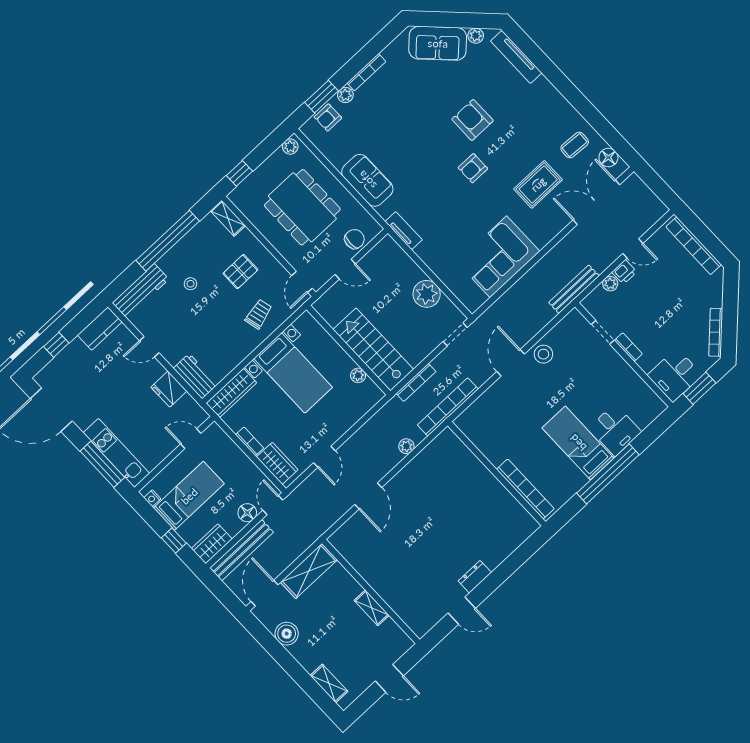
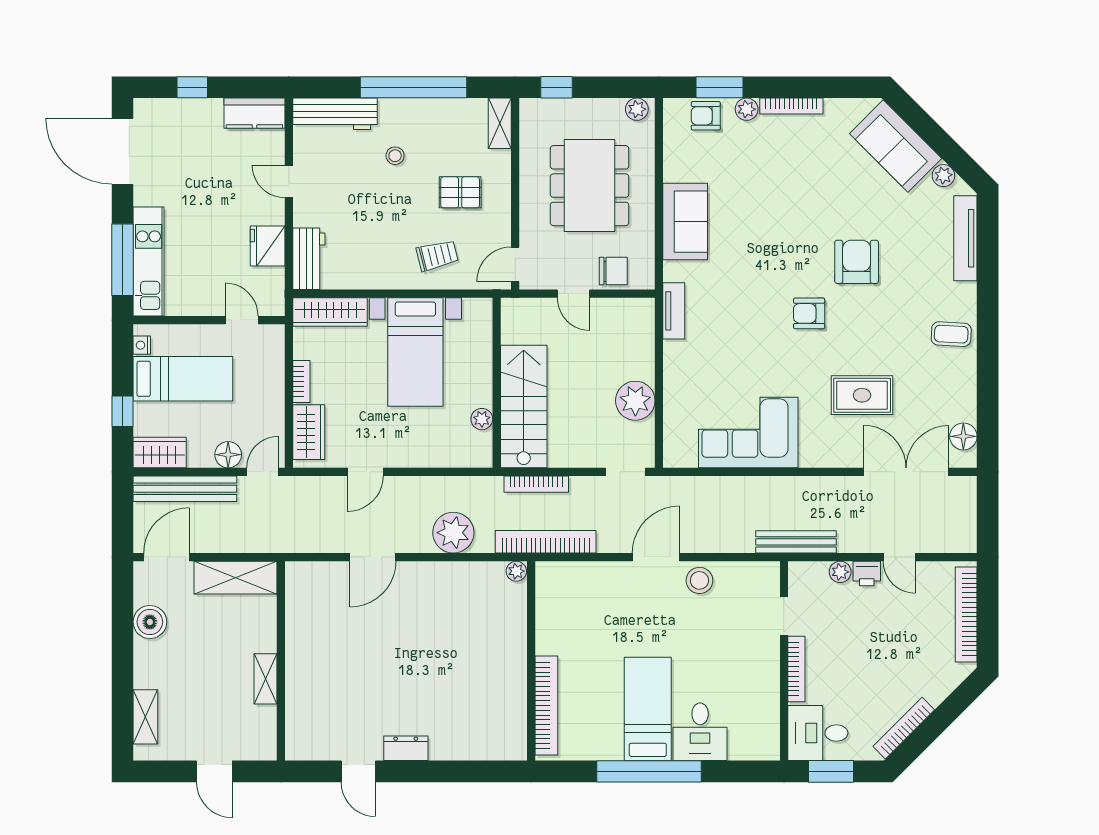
coffee table: (575, 145) -> (951, 334), moved
bookcase: (628, 347) -> (796, 669), width x1.56
plant: (447, 436) -> (516, 571), added
plant: (406, 446) -> (453, 533), width x1.87, depth x1.87

